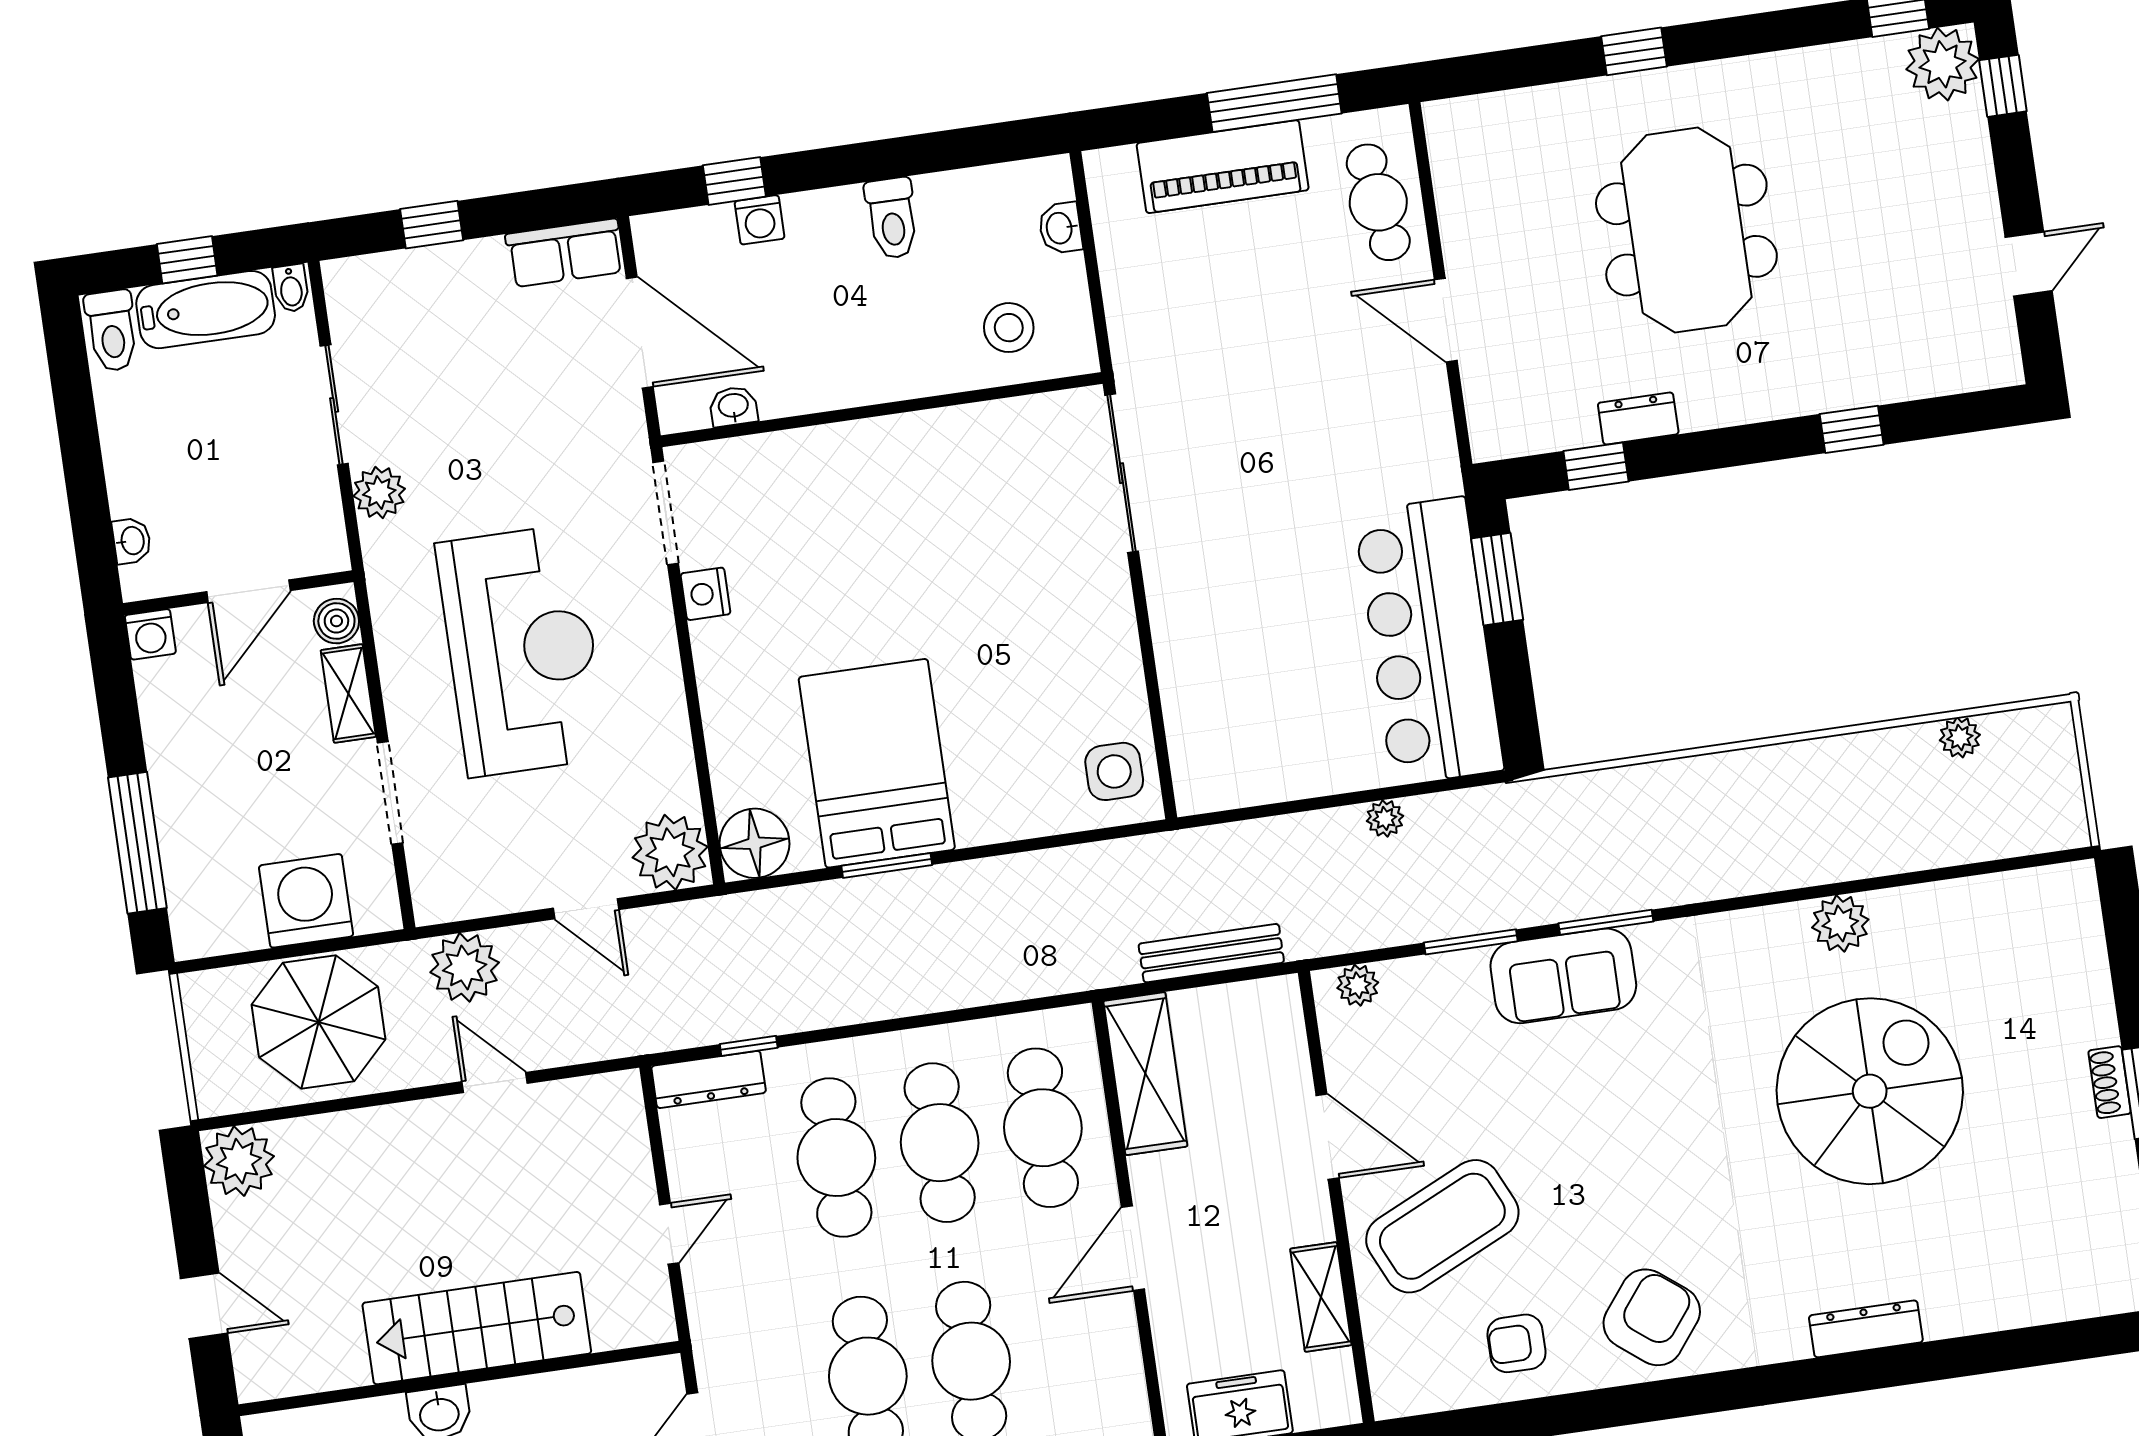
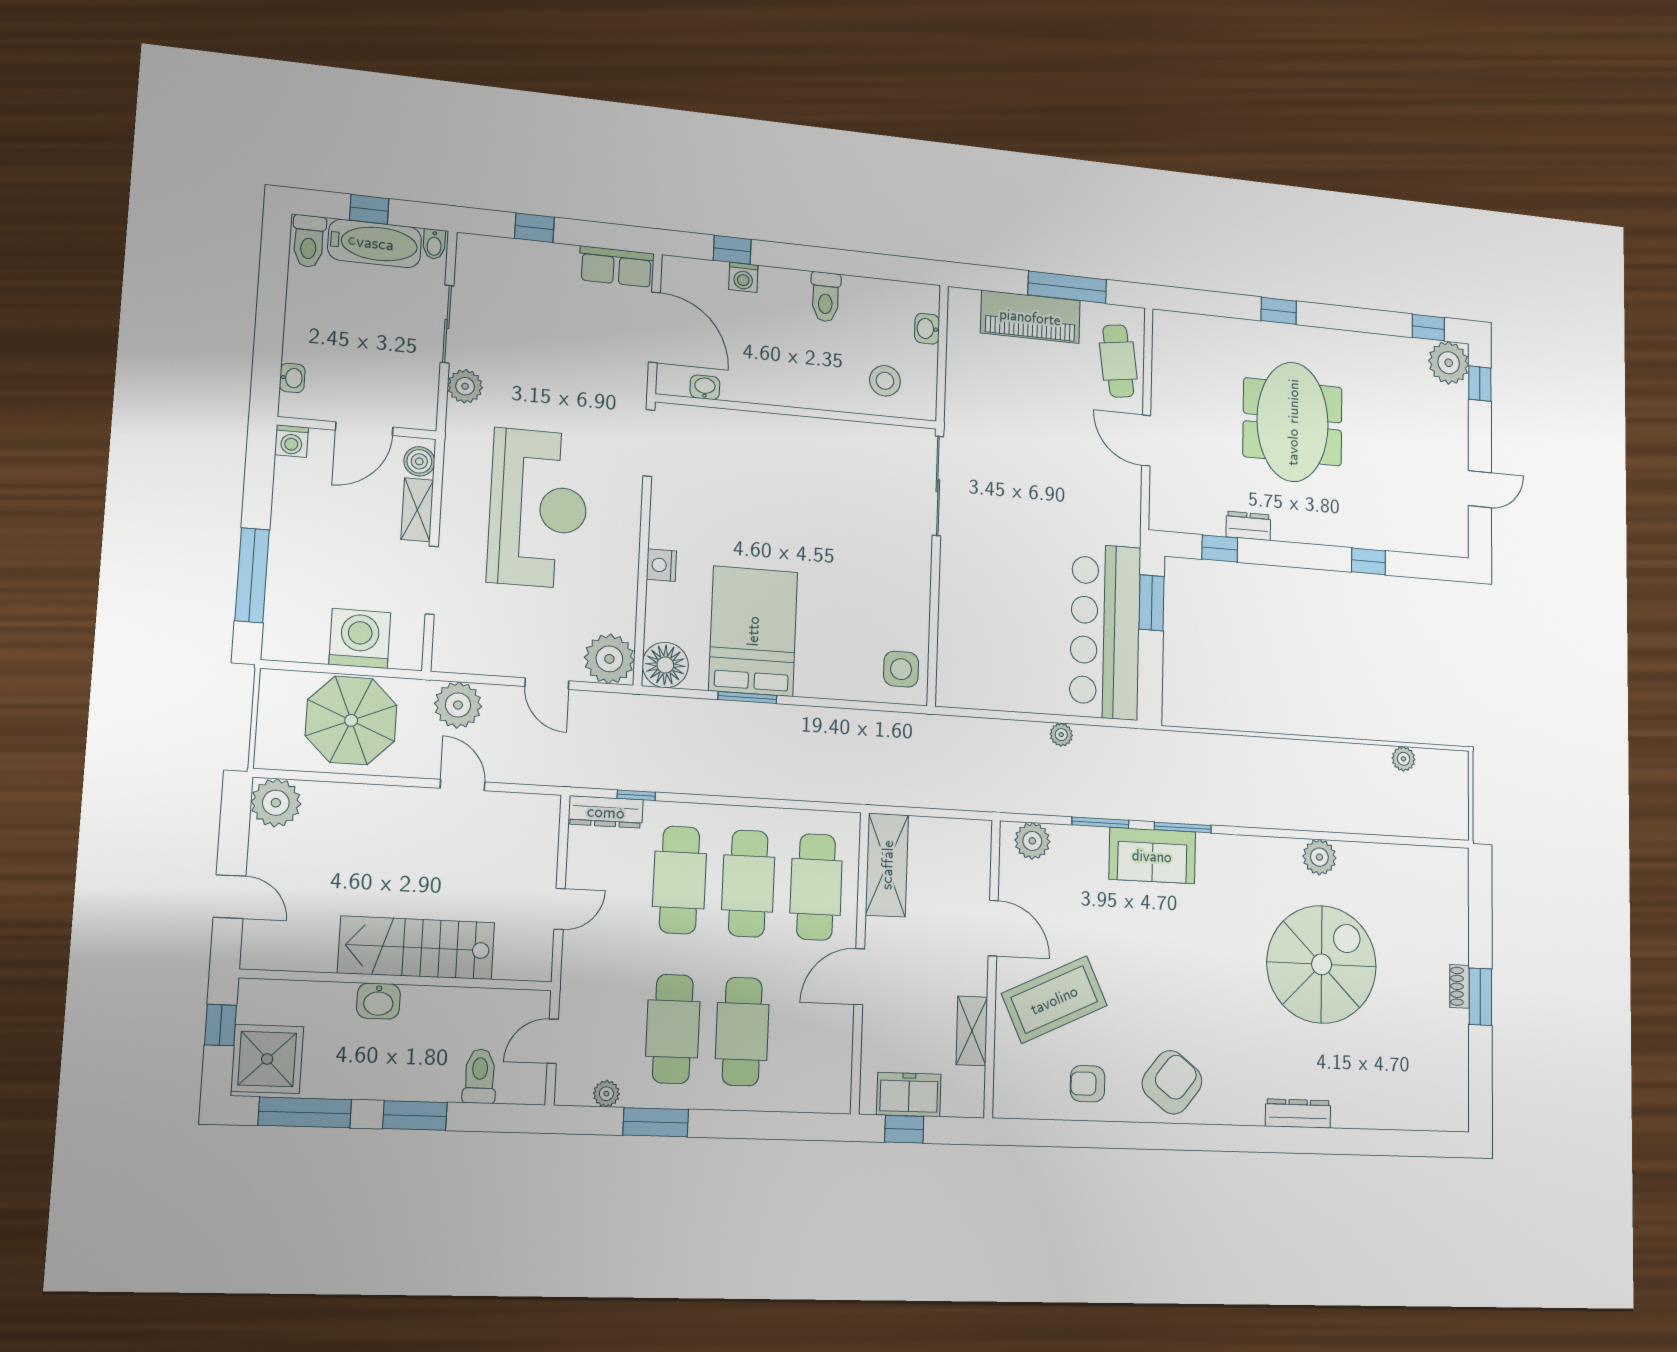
nightstand: (706, 594) -> (661, 565), moved
bench: (1211, 953) -> (941, 797), removed
plant: (1358, 985) -> (1032, 841), width x1.38, depth x1.38

